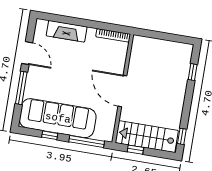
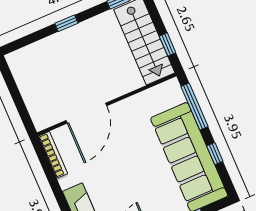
window: (193, 72) -> (66, 23), moved
door: (122, 91) -> (86, 113), moved

